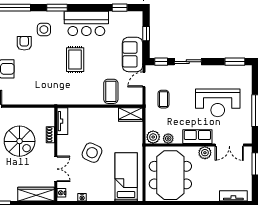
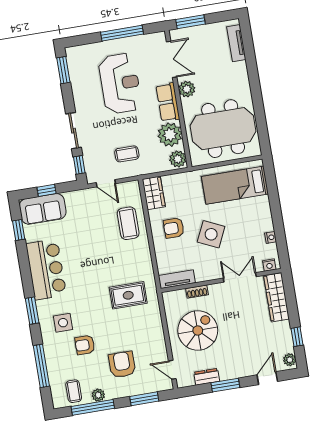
sofa: (133, 54) -> (43, 209), moved
rug: (75, 60) -> (128, 295), moved
coffee table: (111, 91) -> (128, 223), turned 90
armchair: (101, 125) -> (174, 228), added
plant: (168, 139) -> (170, 135), width x1.88, depth x1.88
spiral stairs: (20, 141) -> (198, 331), moved

